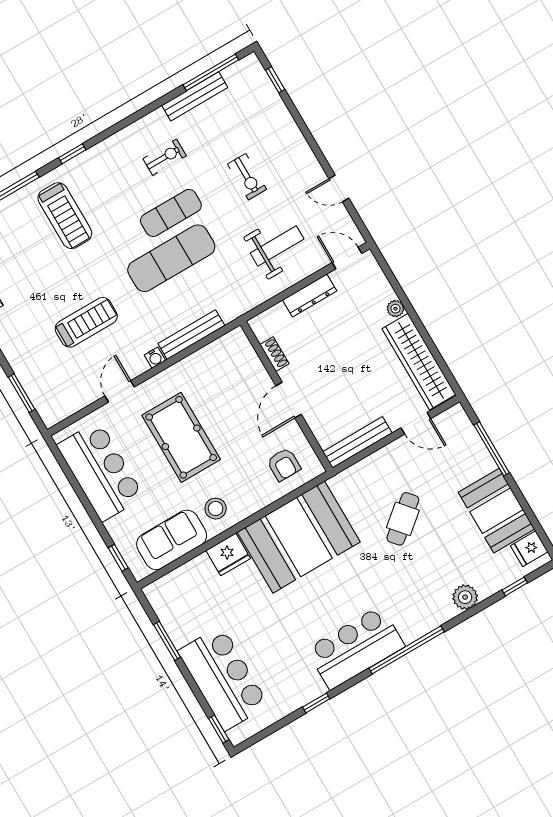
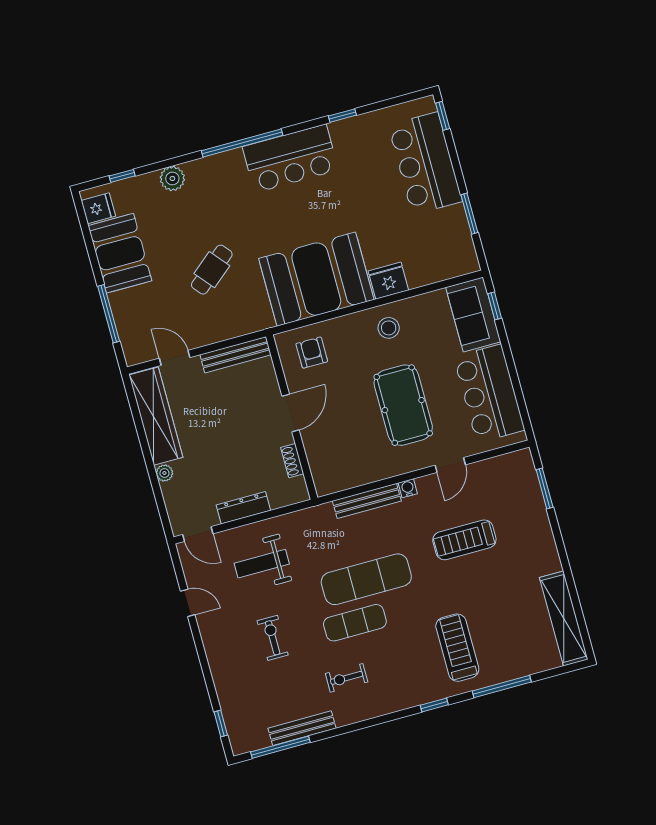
sofa: (172, 540) -> (473, 315), moved, turned 90

